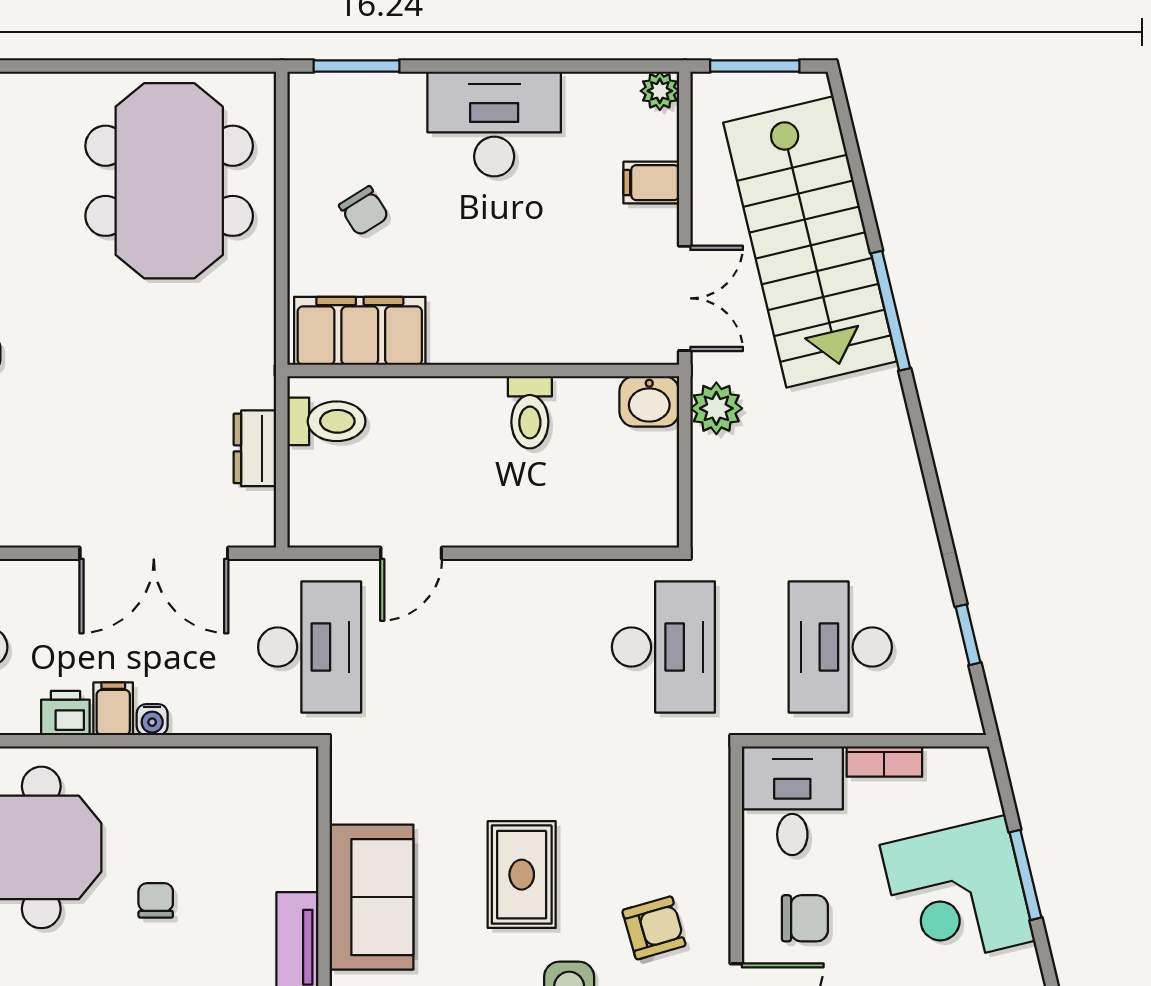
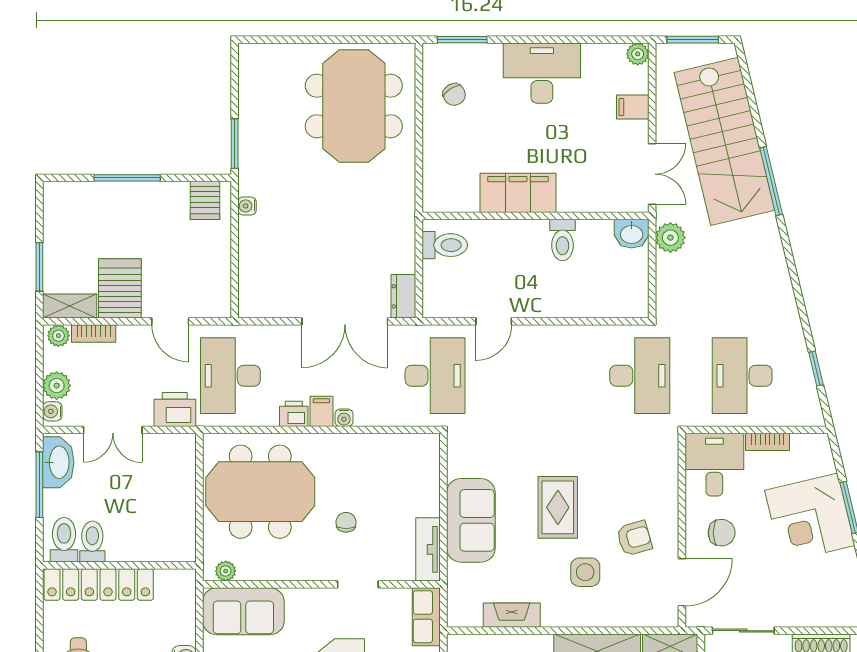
chair: (364, 211) -> (454, 94), moved
filing cabinet: (360, 331) -> (518, 193), moved
dresser: (255, 448) -> (403, 296), moved

